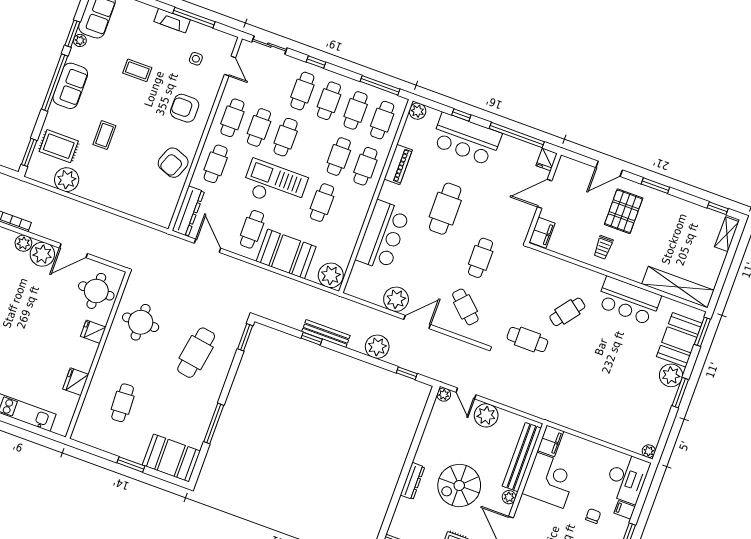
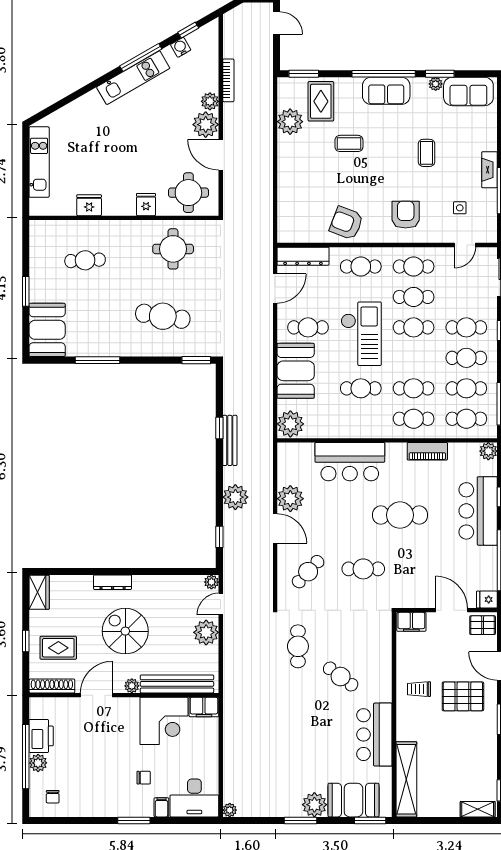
pallet: (568, 172) -> (483, 625), added

